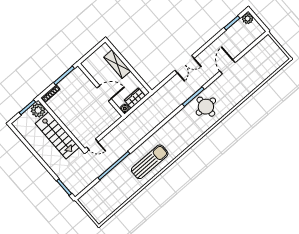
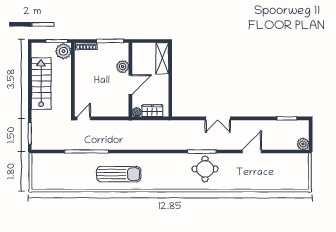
plant: (248, 19) -> (303, 144), moved
shelving: (117, 64) -> (162, 58), moved
plant: (88, 86) -> (123, 67), added
door: (104, 93) -> (130, 85), hinge flipped
stairs: (57, 135) -> (41, 84), moved, turned 180
door: (92, 144) -> (84, 118), swing flipped

